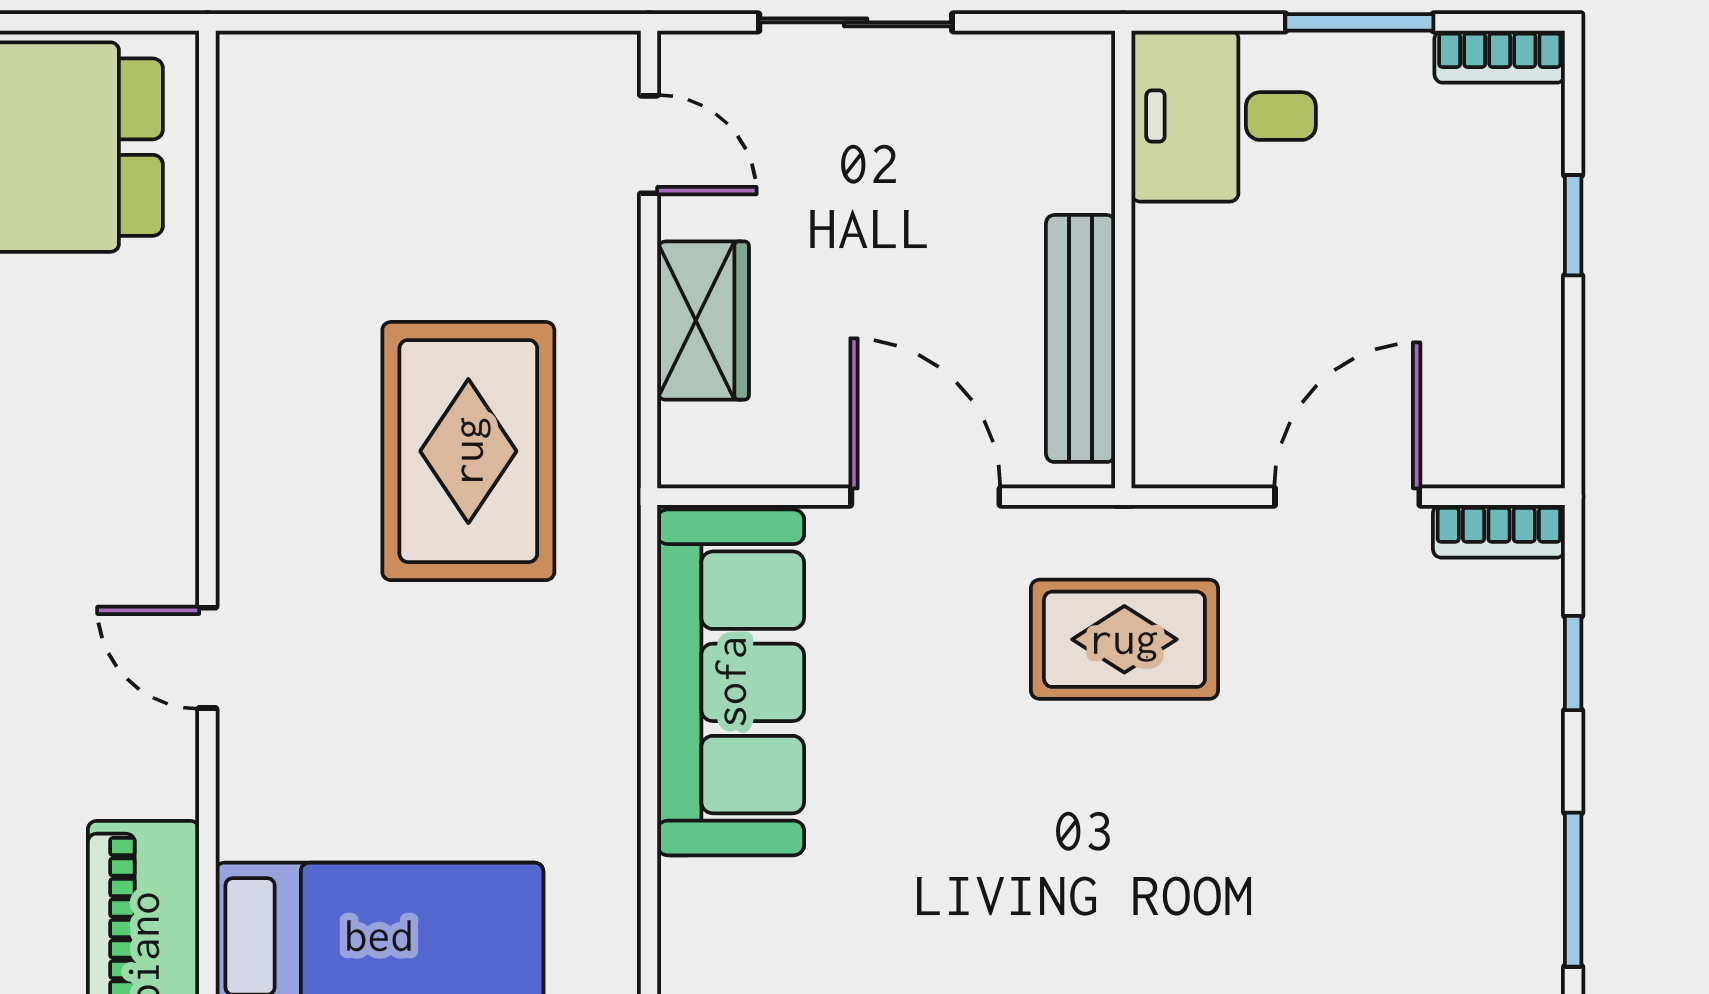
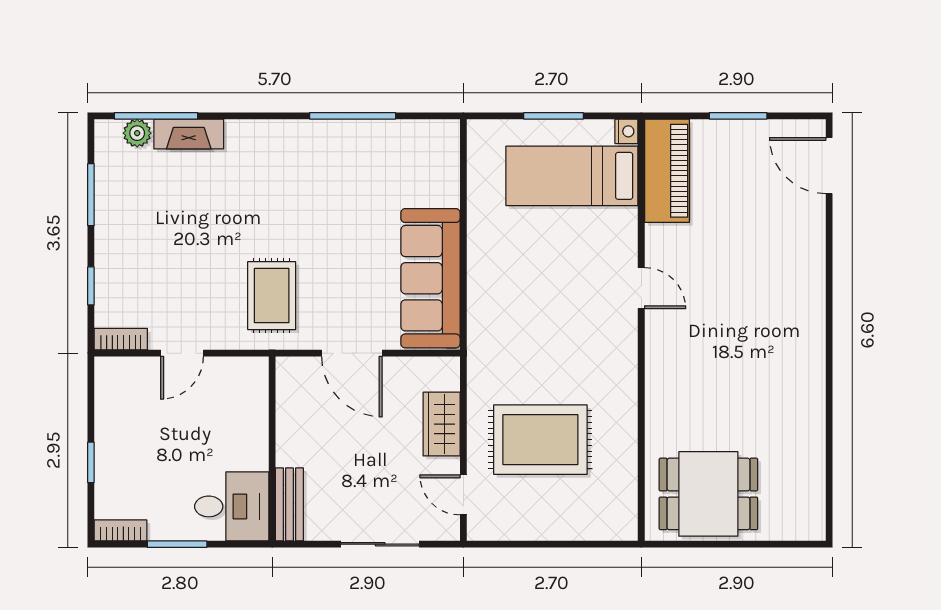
bench: (1081, 338) -> (289, 504), moved, width x0.73
rug: (468, 451) -> (540, 440), moved, turned 90
door: (1347, 497) -> (182, 353), width x0.73
rug: (1124, 639) -> (272, 296), turned 90

